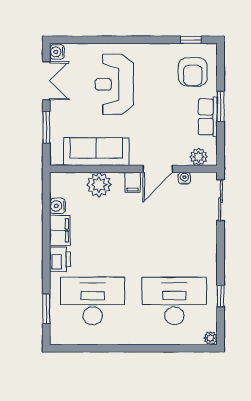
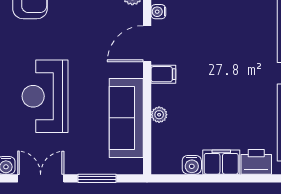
reception desk: (114, 84) -> (45, 96), turned 90
door: (158, 169) -> (147, 44), swing flipped
plant: (99, 185) -> (159, 115), width x0.53, depth x0.53

